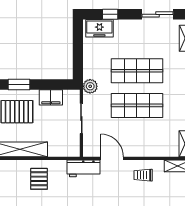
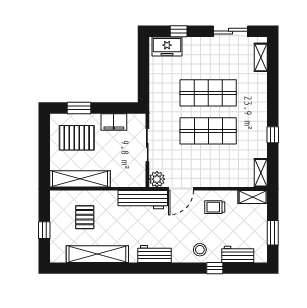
plant: (90, 86) -> (157, 179), moved
door: (112, 158) -> (181, 189), swing flipped
workbench: (83, 168) -> (143, 200), width x1.38
pallet: (39, 179) -> (85, 217), moved

